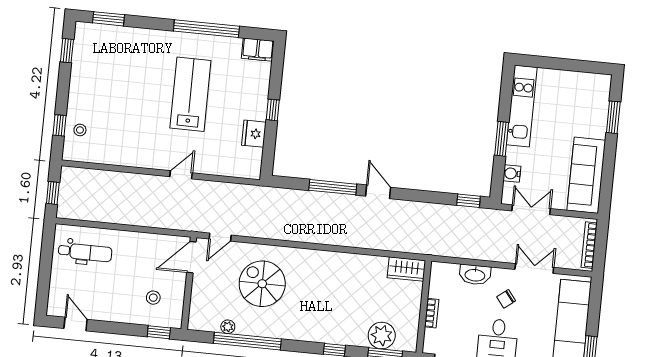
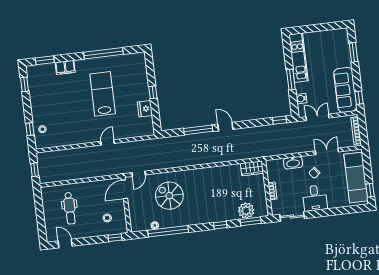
filing cabinet: (258, 50) -> (65, 67), moved
window: (606, 193) -> (359, 98), added
dental chair: (85, 252) -> (70, 208), moved, turned 90

